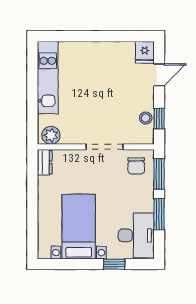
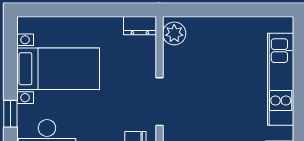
kitchen unit: (48, 78) -> (281, 79), moved, turned 90

